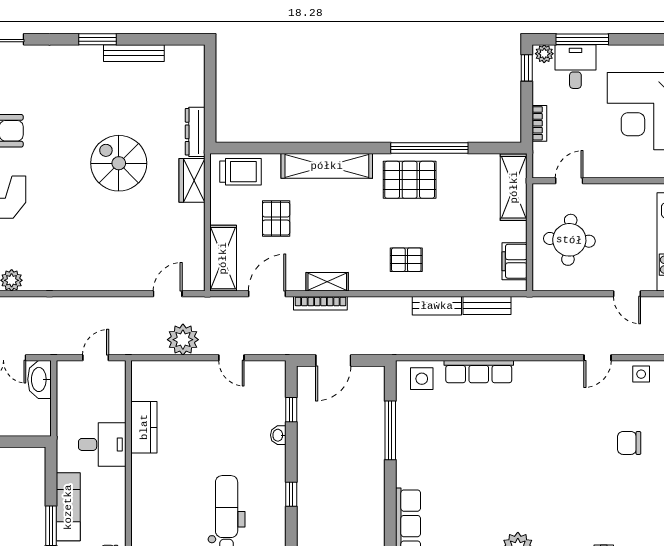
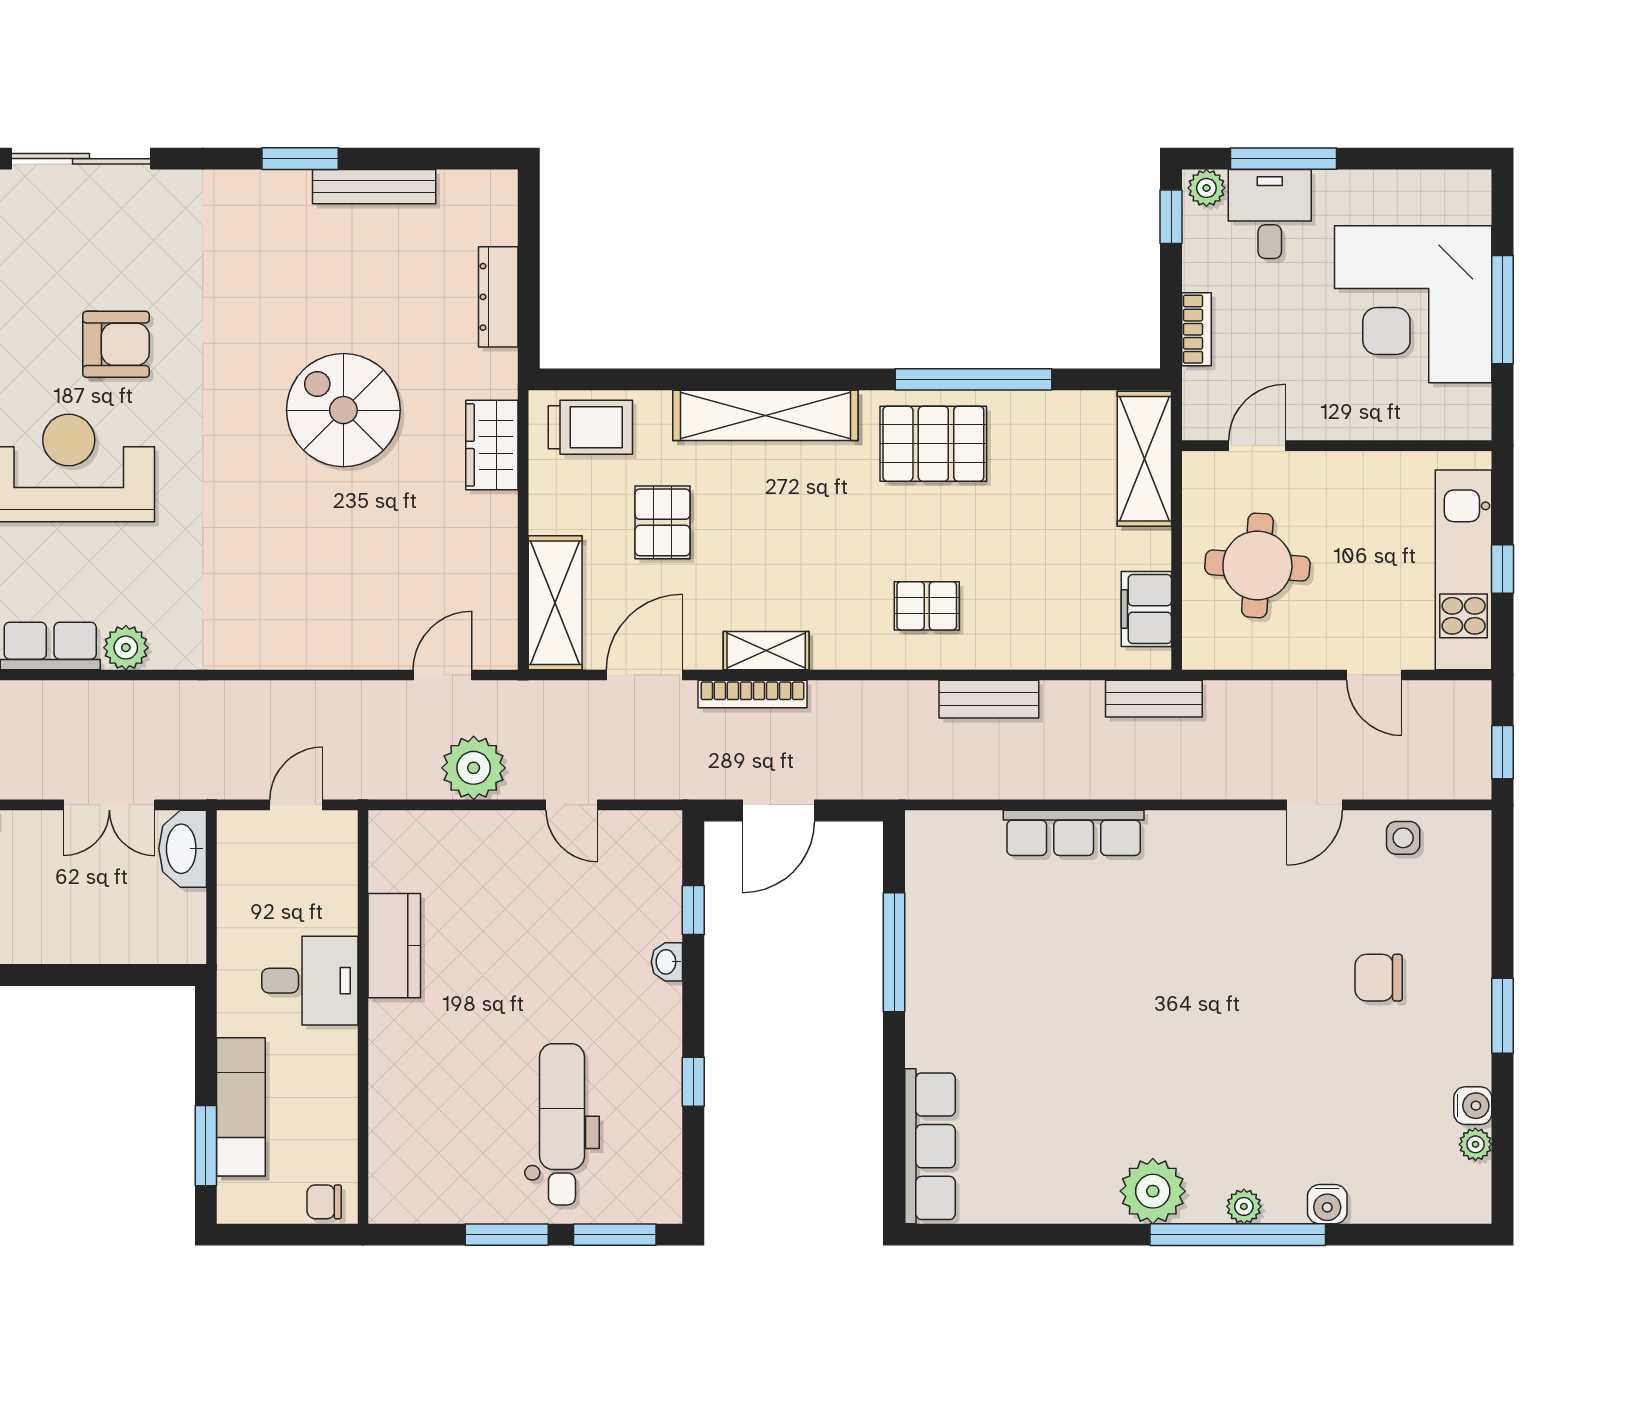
dresser: (195, 132) -> (498, 297), moved
bench: (487, 305) -> (1154, 699), moved
side table: (422, 379) -> (958, 847), removed

